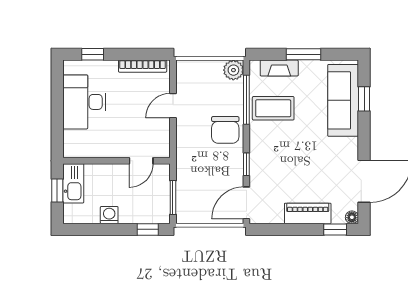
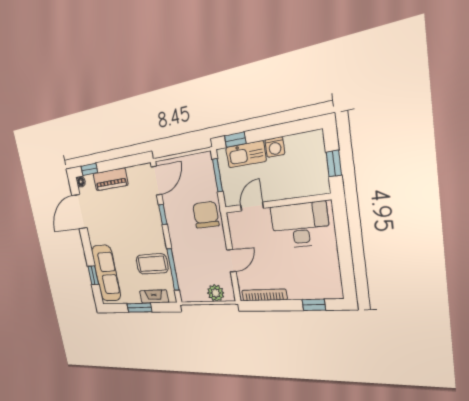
plant: (233, 70) -> (216, 293), moved
desk: (84, 102) -> (300, 225), moved, turned -90
chair: (225, 130) -> (206, 215), moved
kitchen sink: (73, 183) -> (246, 154), moved, turned -90

